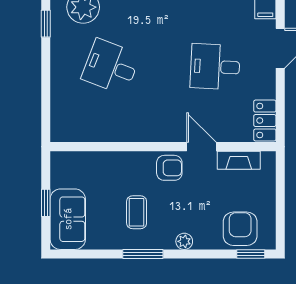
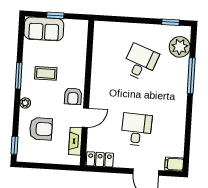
armchair: (240, 229) -> (41, 129), moved

